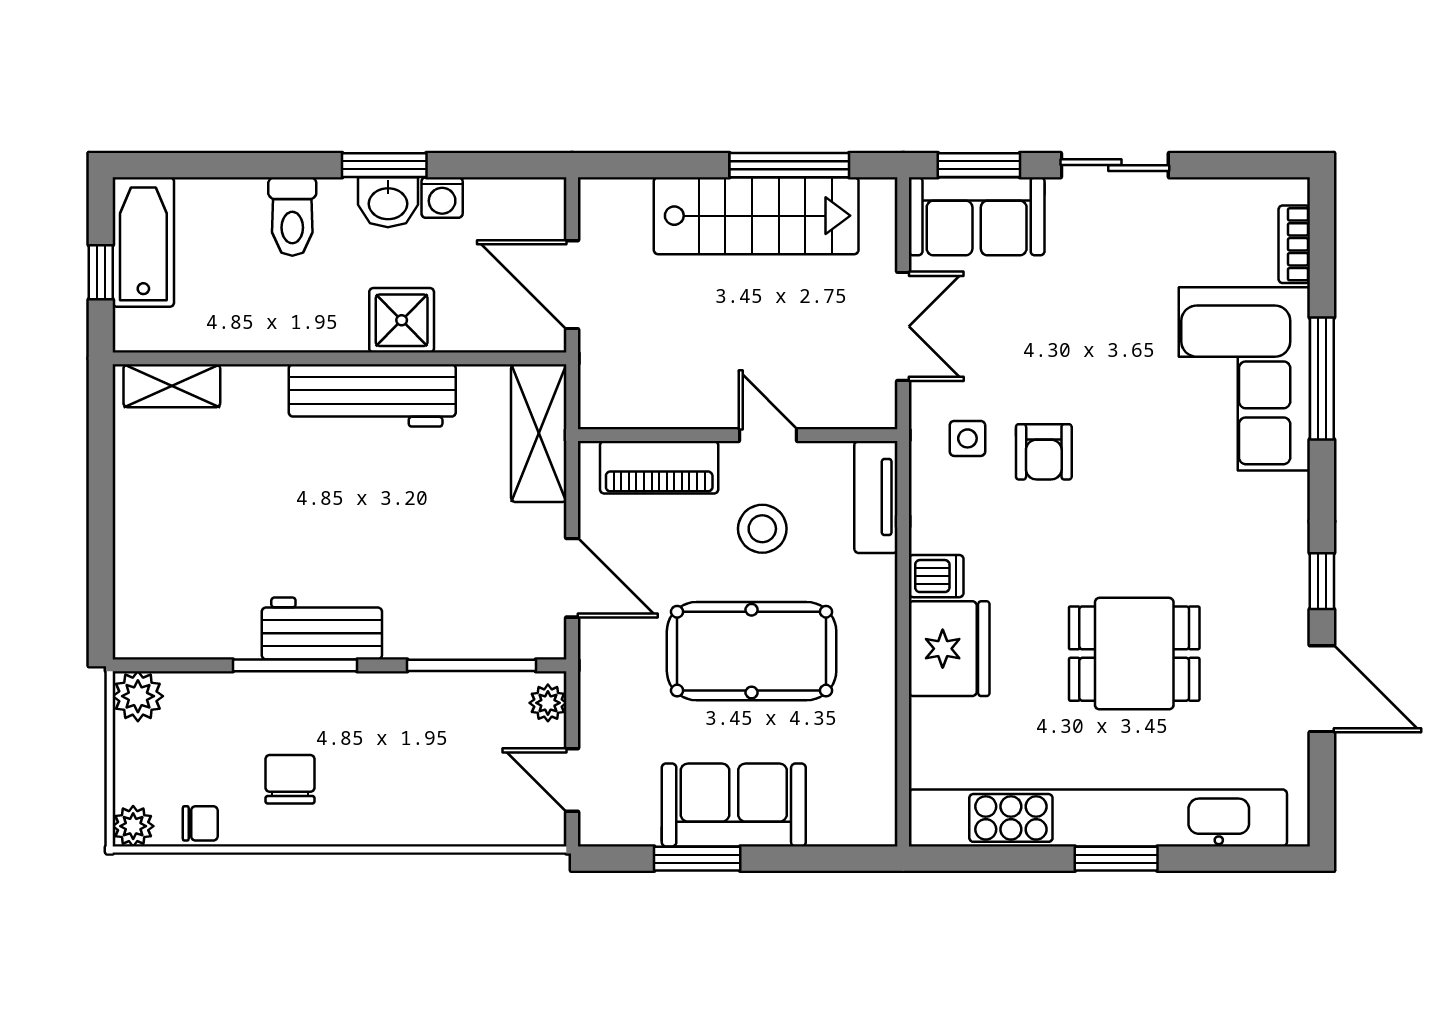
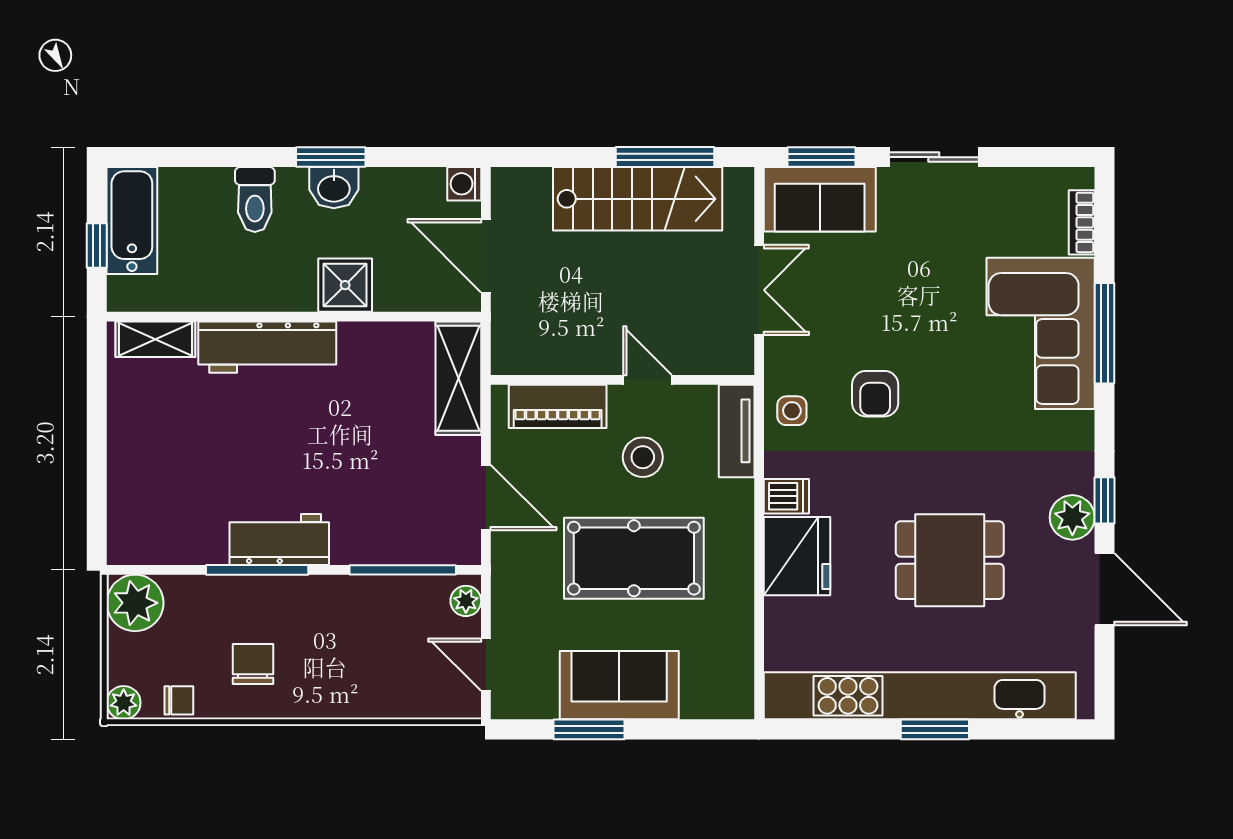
washing machine: (442, 198) -> (464, 184), moved, turned 90
workbench: (372, 395) -> (267, 347), moved
side table: (967, 438) -> (792, 411), moved
plant: (1283, 602) -> (1072, 517), added
plant: (138, 696) -> (135, 603), width x1.36, depth x1.36

